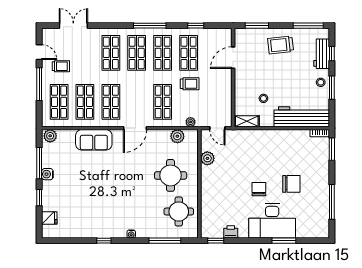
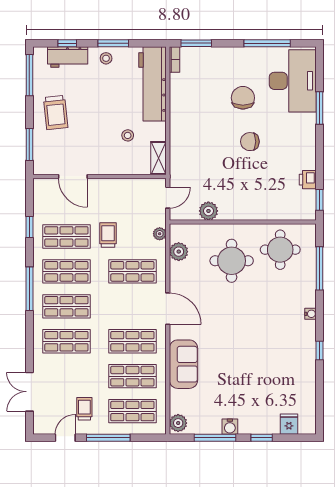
desk: (272, 221) -> (293, 81), moved

